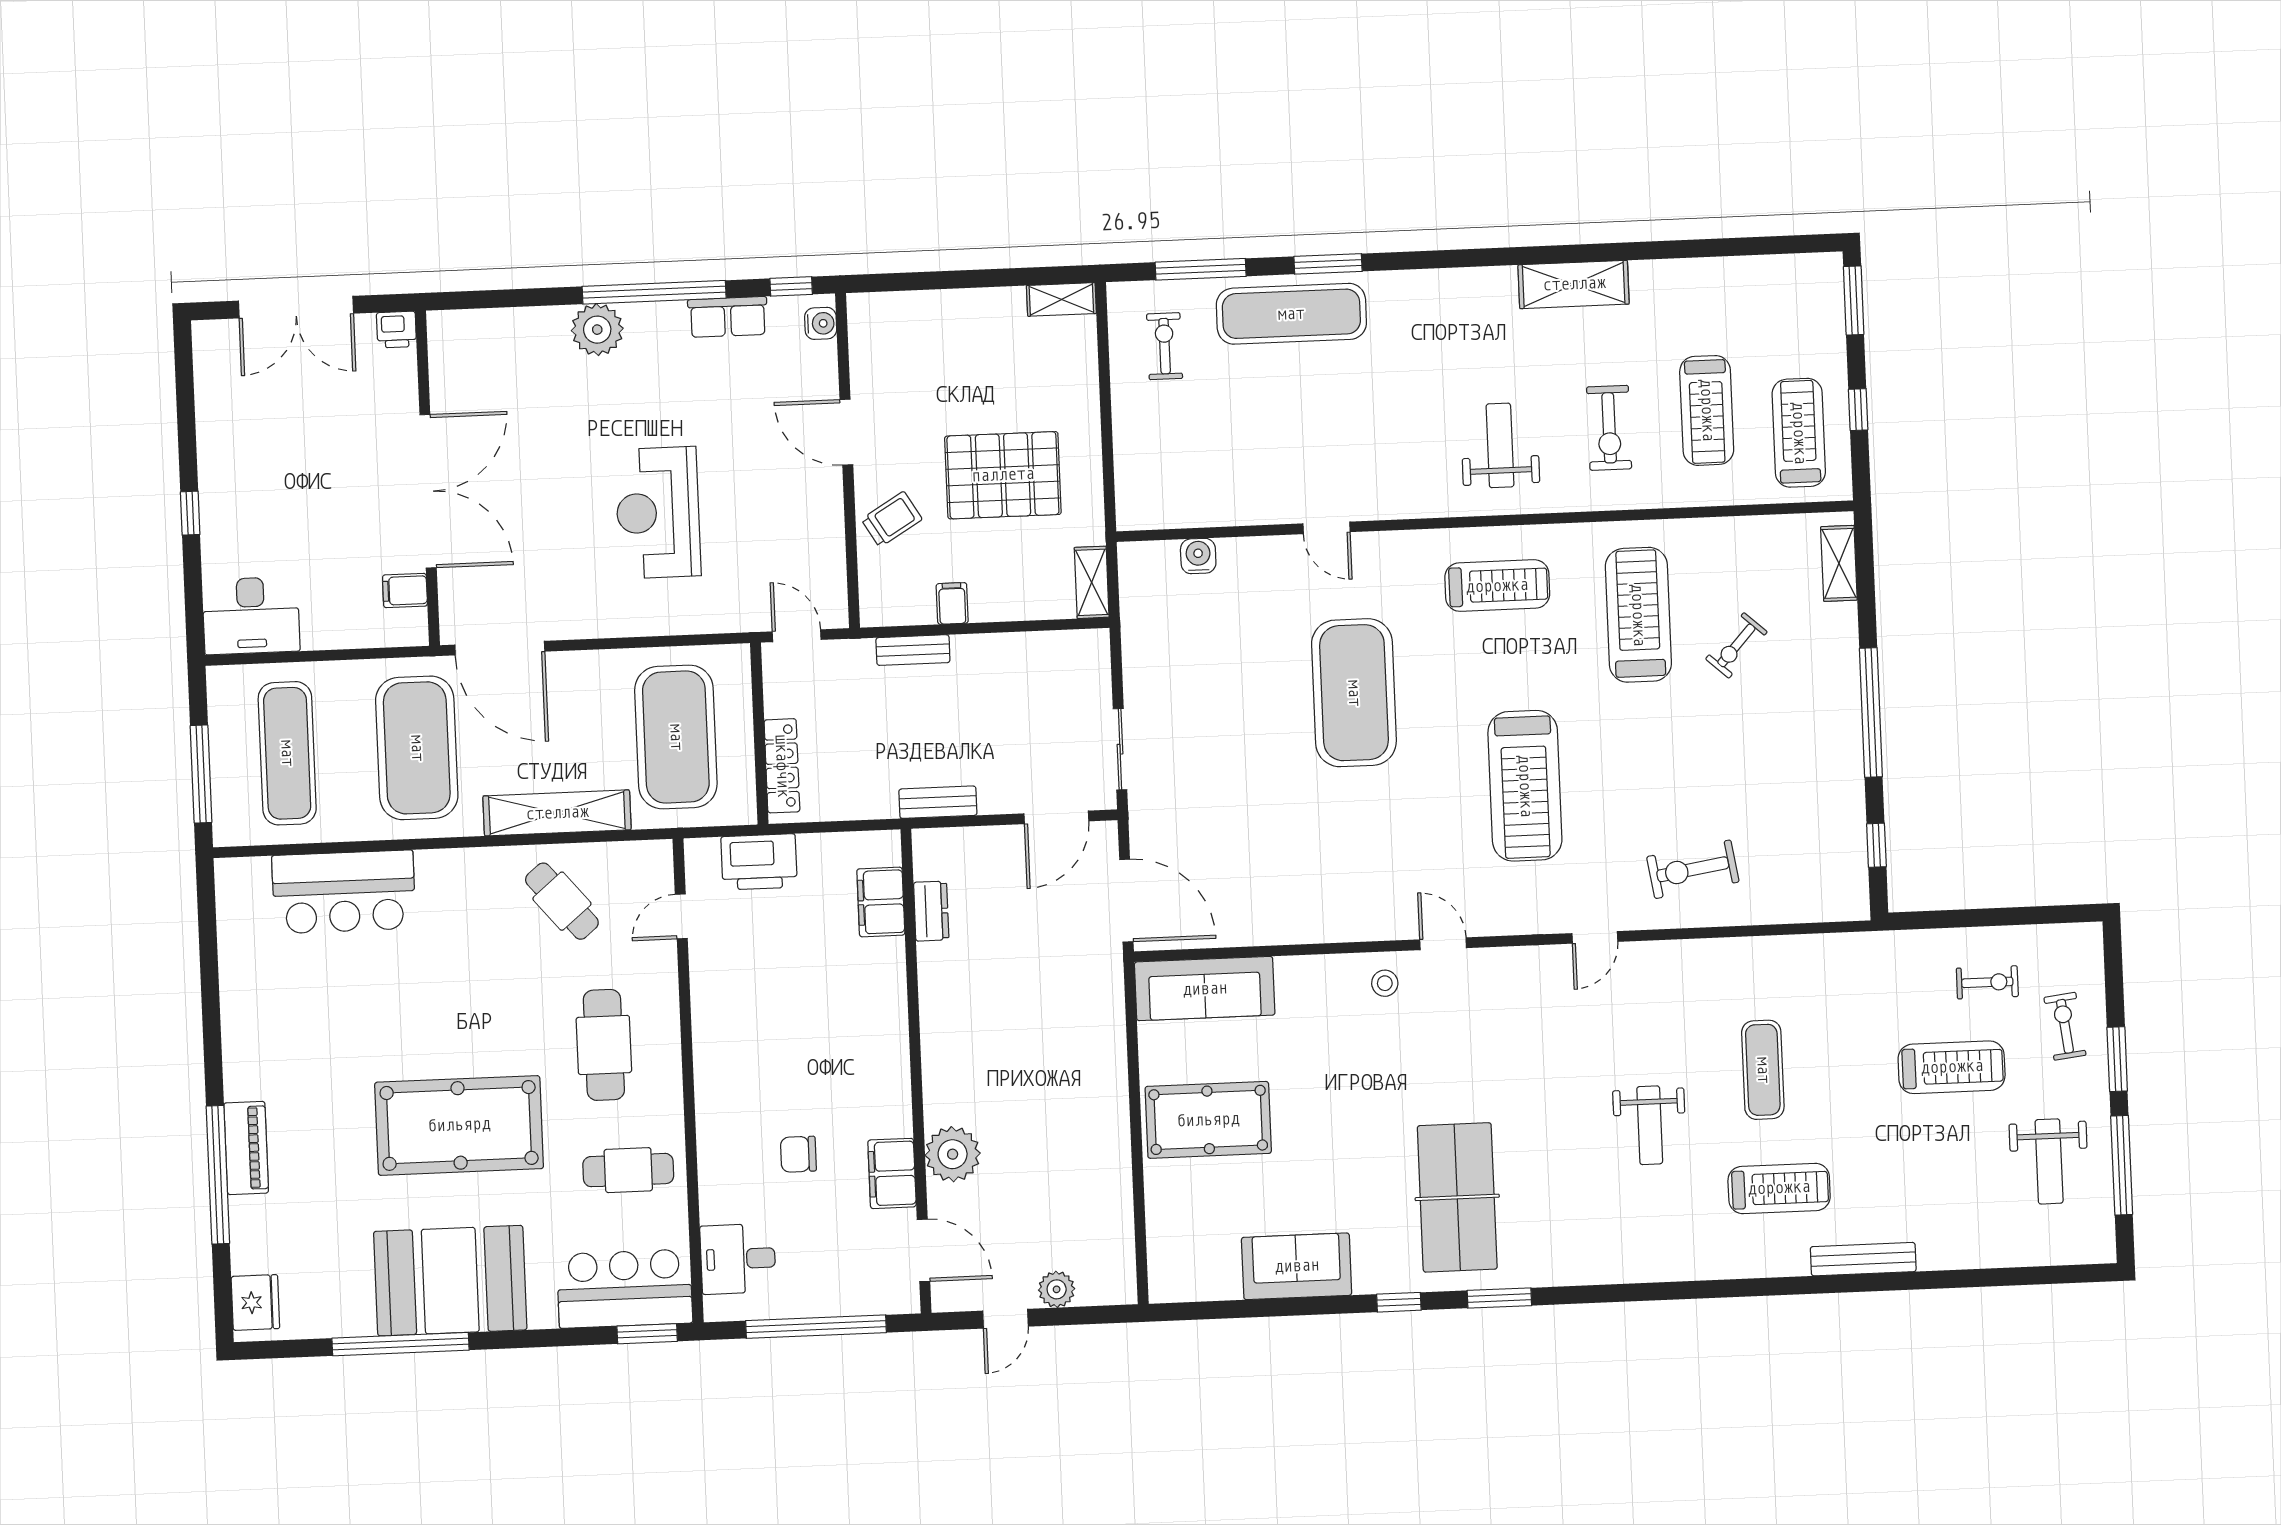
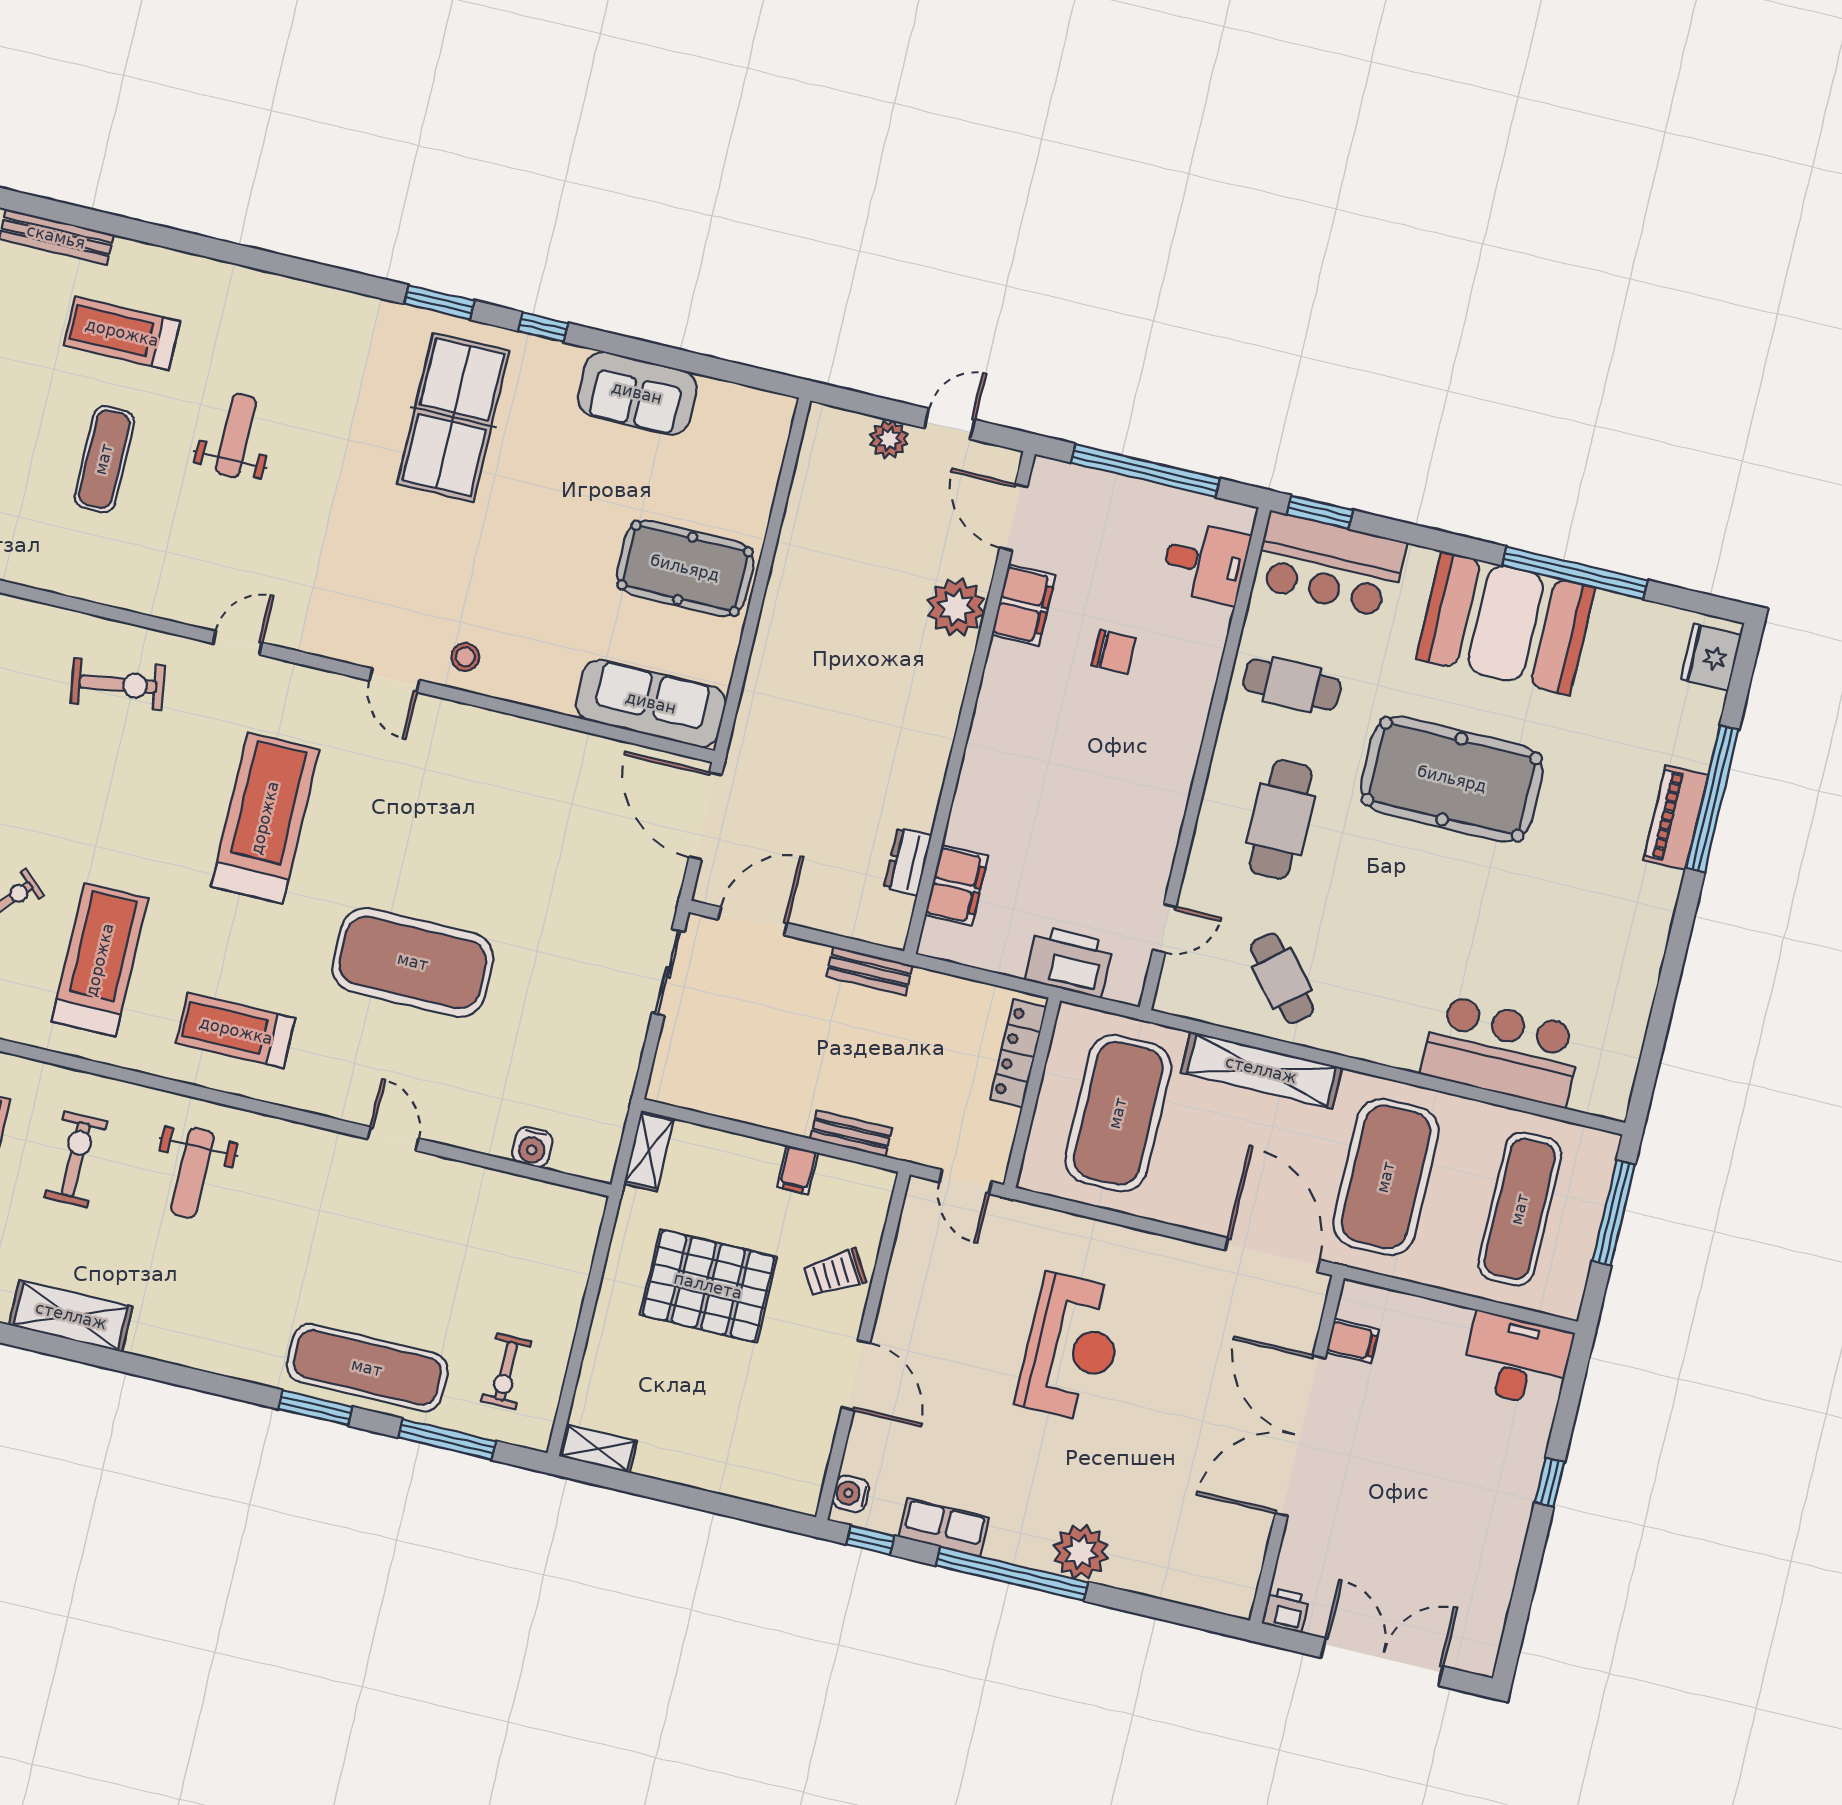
treadmill: (1638, 615) -> (100, 960), turned 180
exercise mat: (1354, 693) -> (413, 962), turned 90

